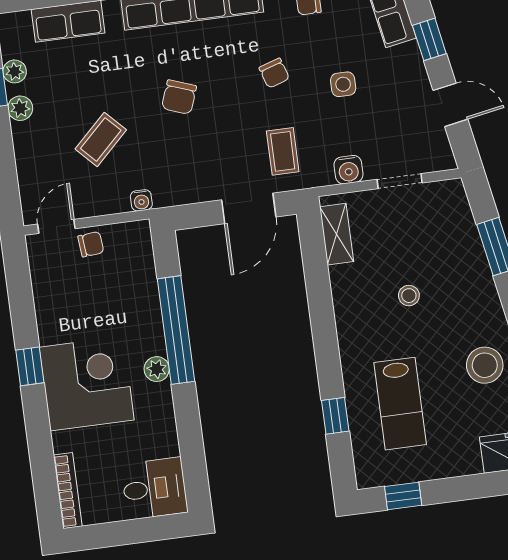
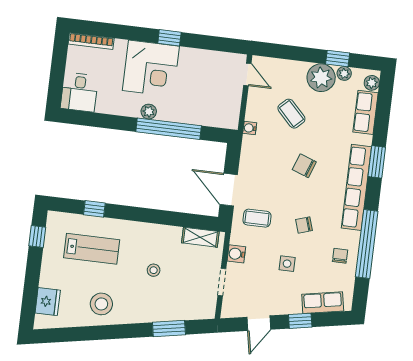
plant: (18, 23) -> (372, 83), added
plant: (20, 108) -> (321, 78), width x1.88, depth x1.88
chair: (91, 244) -> (232, 92), removed
lab bench: (400, 404) -> (92, 249), turned 180

